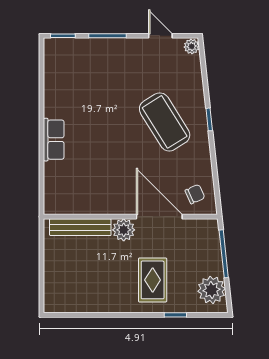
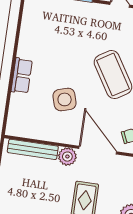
side table: (110, 161) -> (65, 99), added

